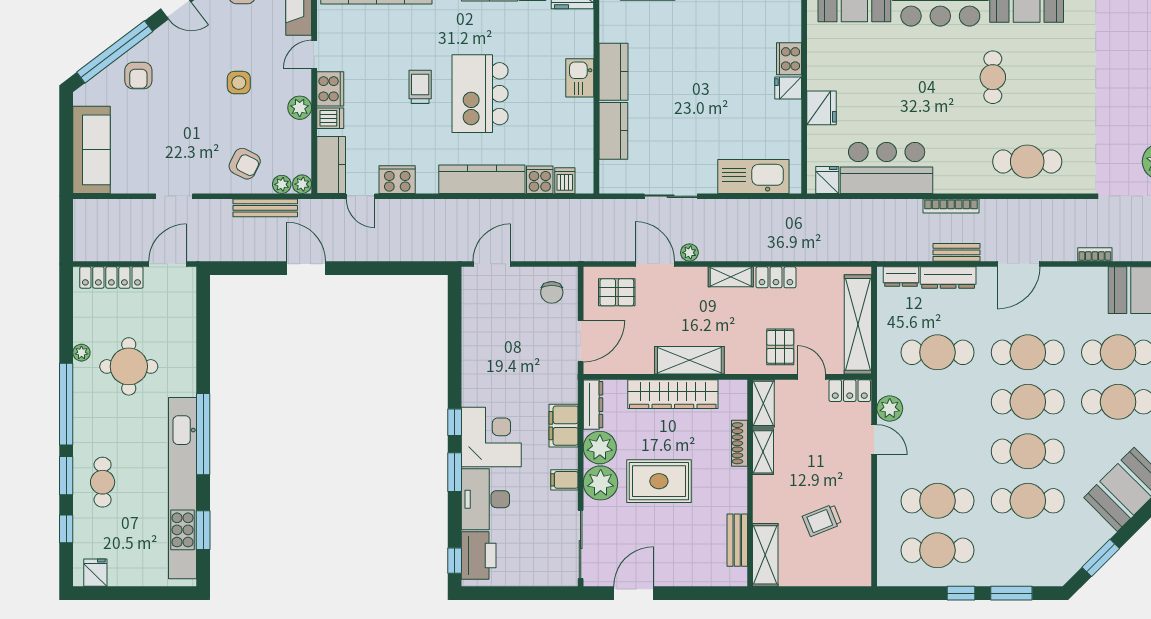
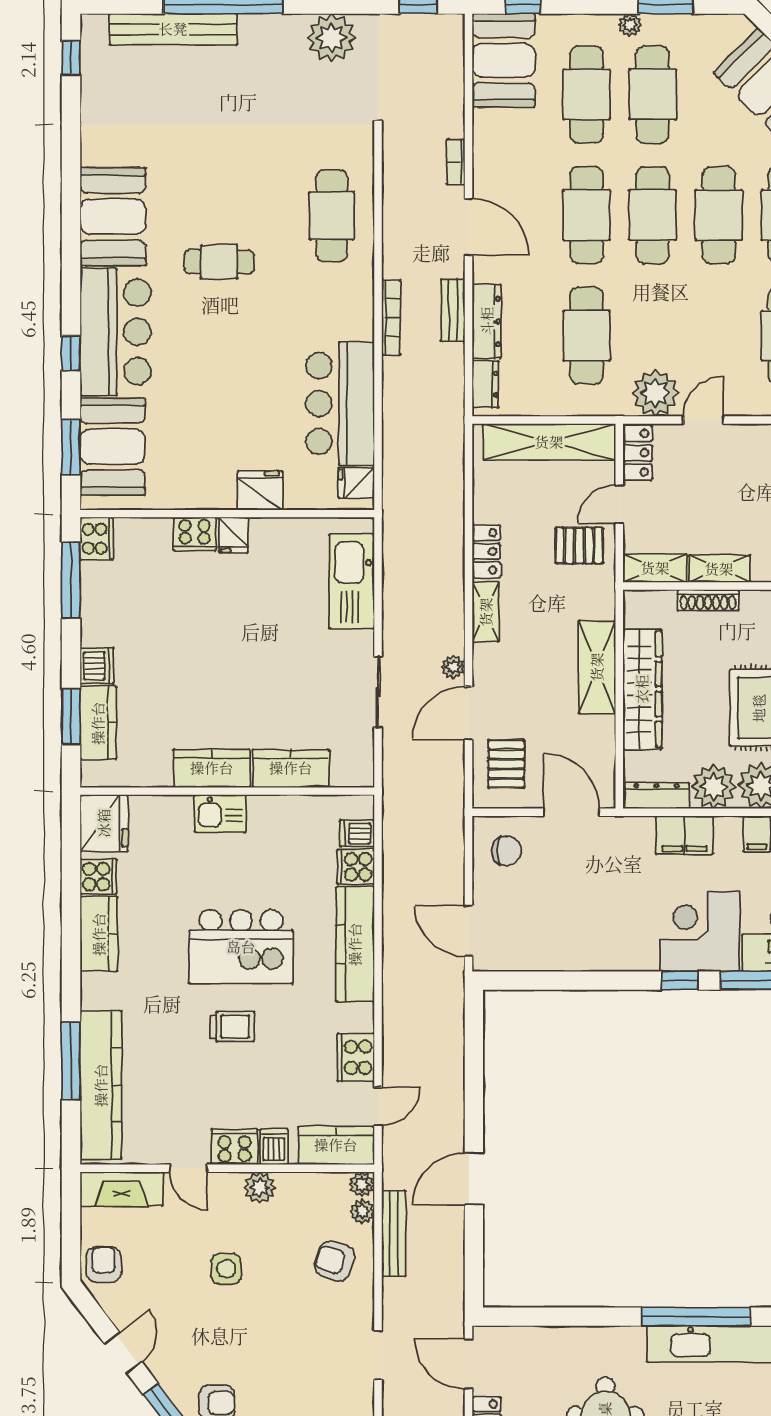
trolley: (420, 87) -> (232, 1027), turned 180
armchair: (245, 164) -> (335, 1261), turned -98
bookcase: (1095, 254) -> (456, 162), moved
plant: (890, 408) -> (655, 393), width x1.36, depth x1.36

